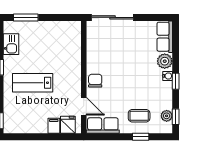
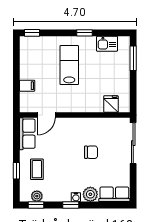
chair: (95, 81) -> (91, 152), moved
fridge: (68, 125) -> (111, 104), moved, turned -90

